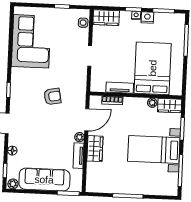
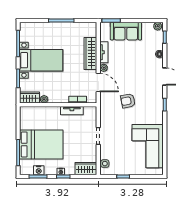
nightstand: (147, 17) -> (39, 170), moved
bed: (153, 68) -> (41, 144), moved, turned -90
door: (87, 120) -> (98, 83), swing flipped
wardrobe: (95, 149) -> (90, 53), width x1.50
sofa: (44, 180) -> (126, 31), width x0.73

